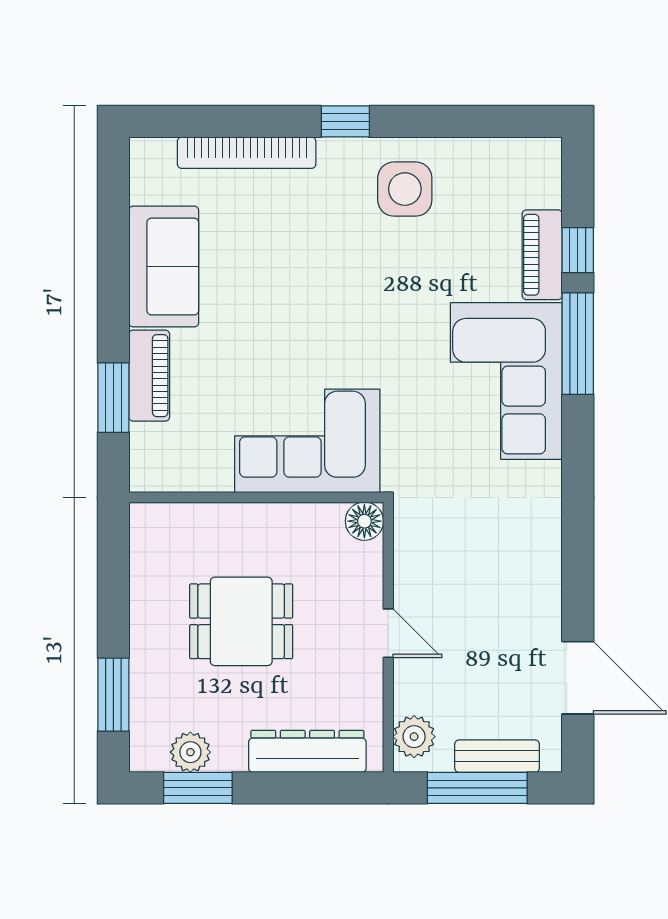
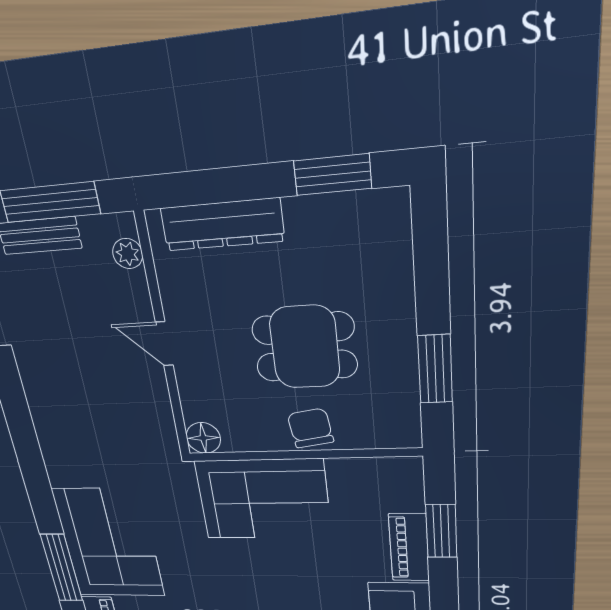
chair: (245, 529) -> (310, 428), added
window: (113, 695) -> (435, 369), moved
plant: (414, 737) -> (128, 254), width x0.73, depth x0.73
plant: (190, 752) -> (344, 213), removed

